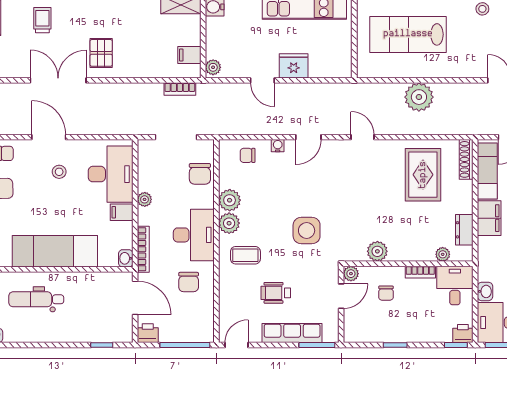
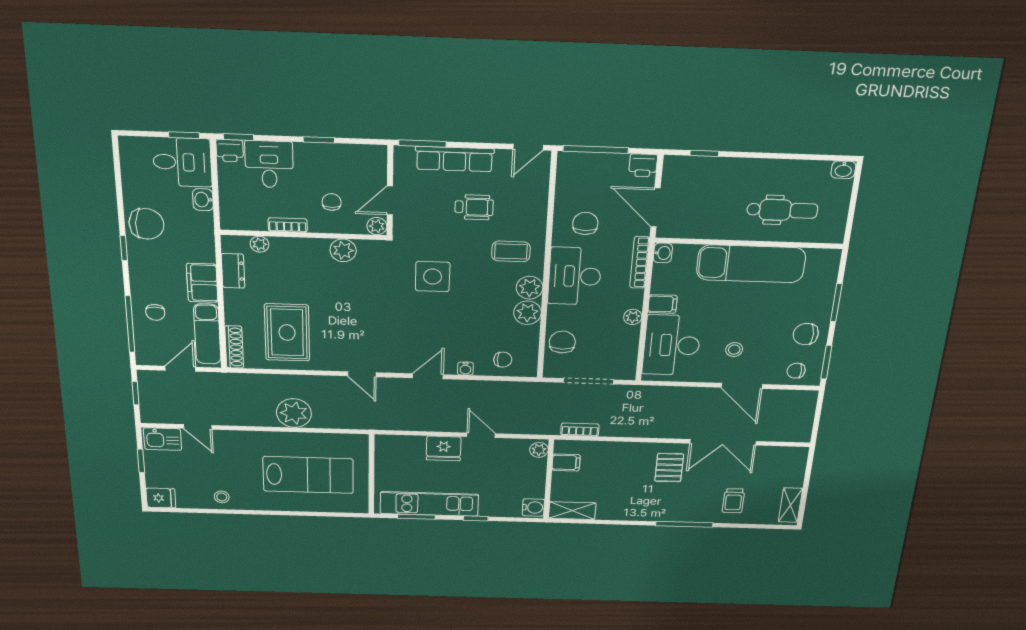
desk: (455, 285) -> (269, 164), moved, turned 180

